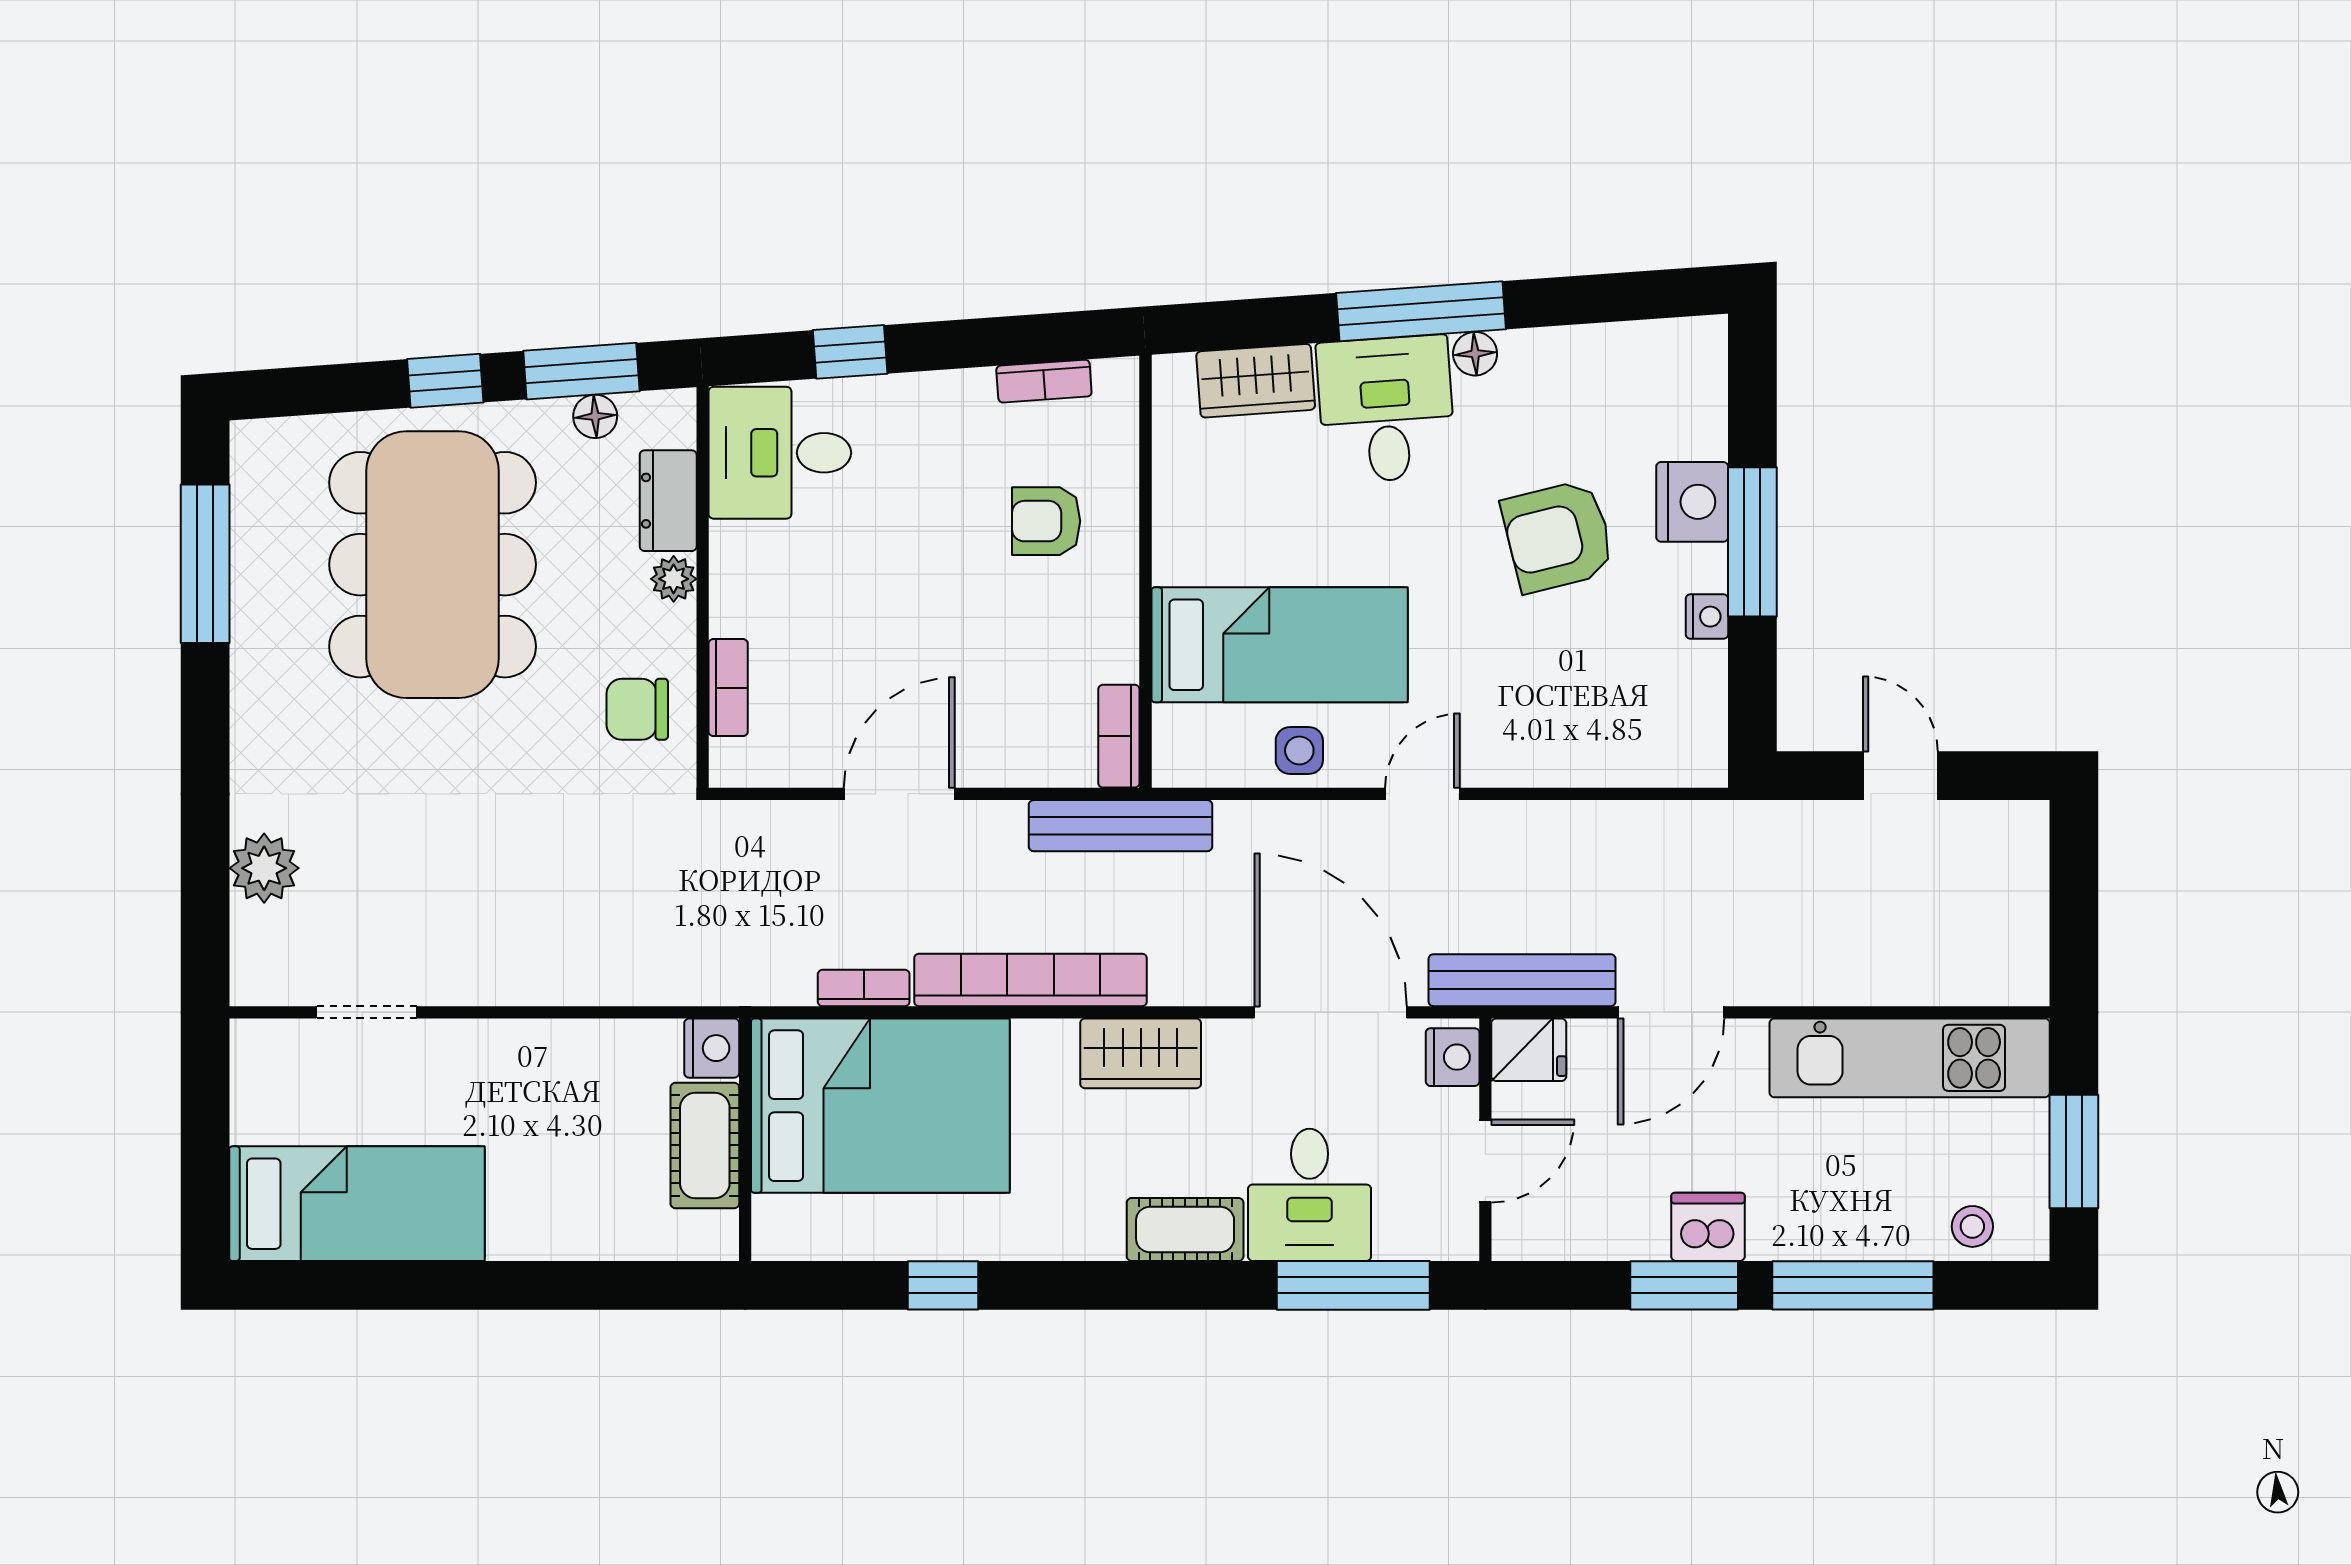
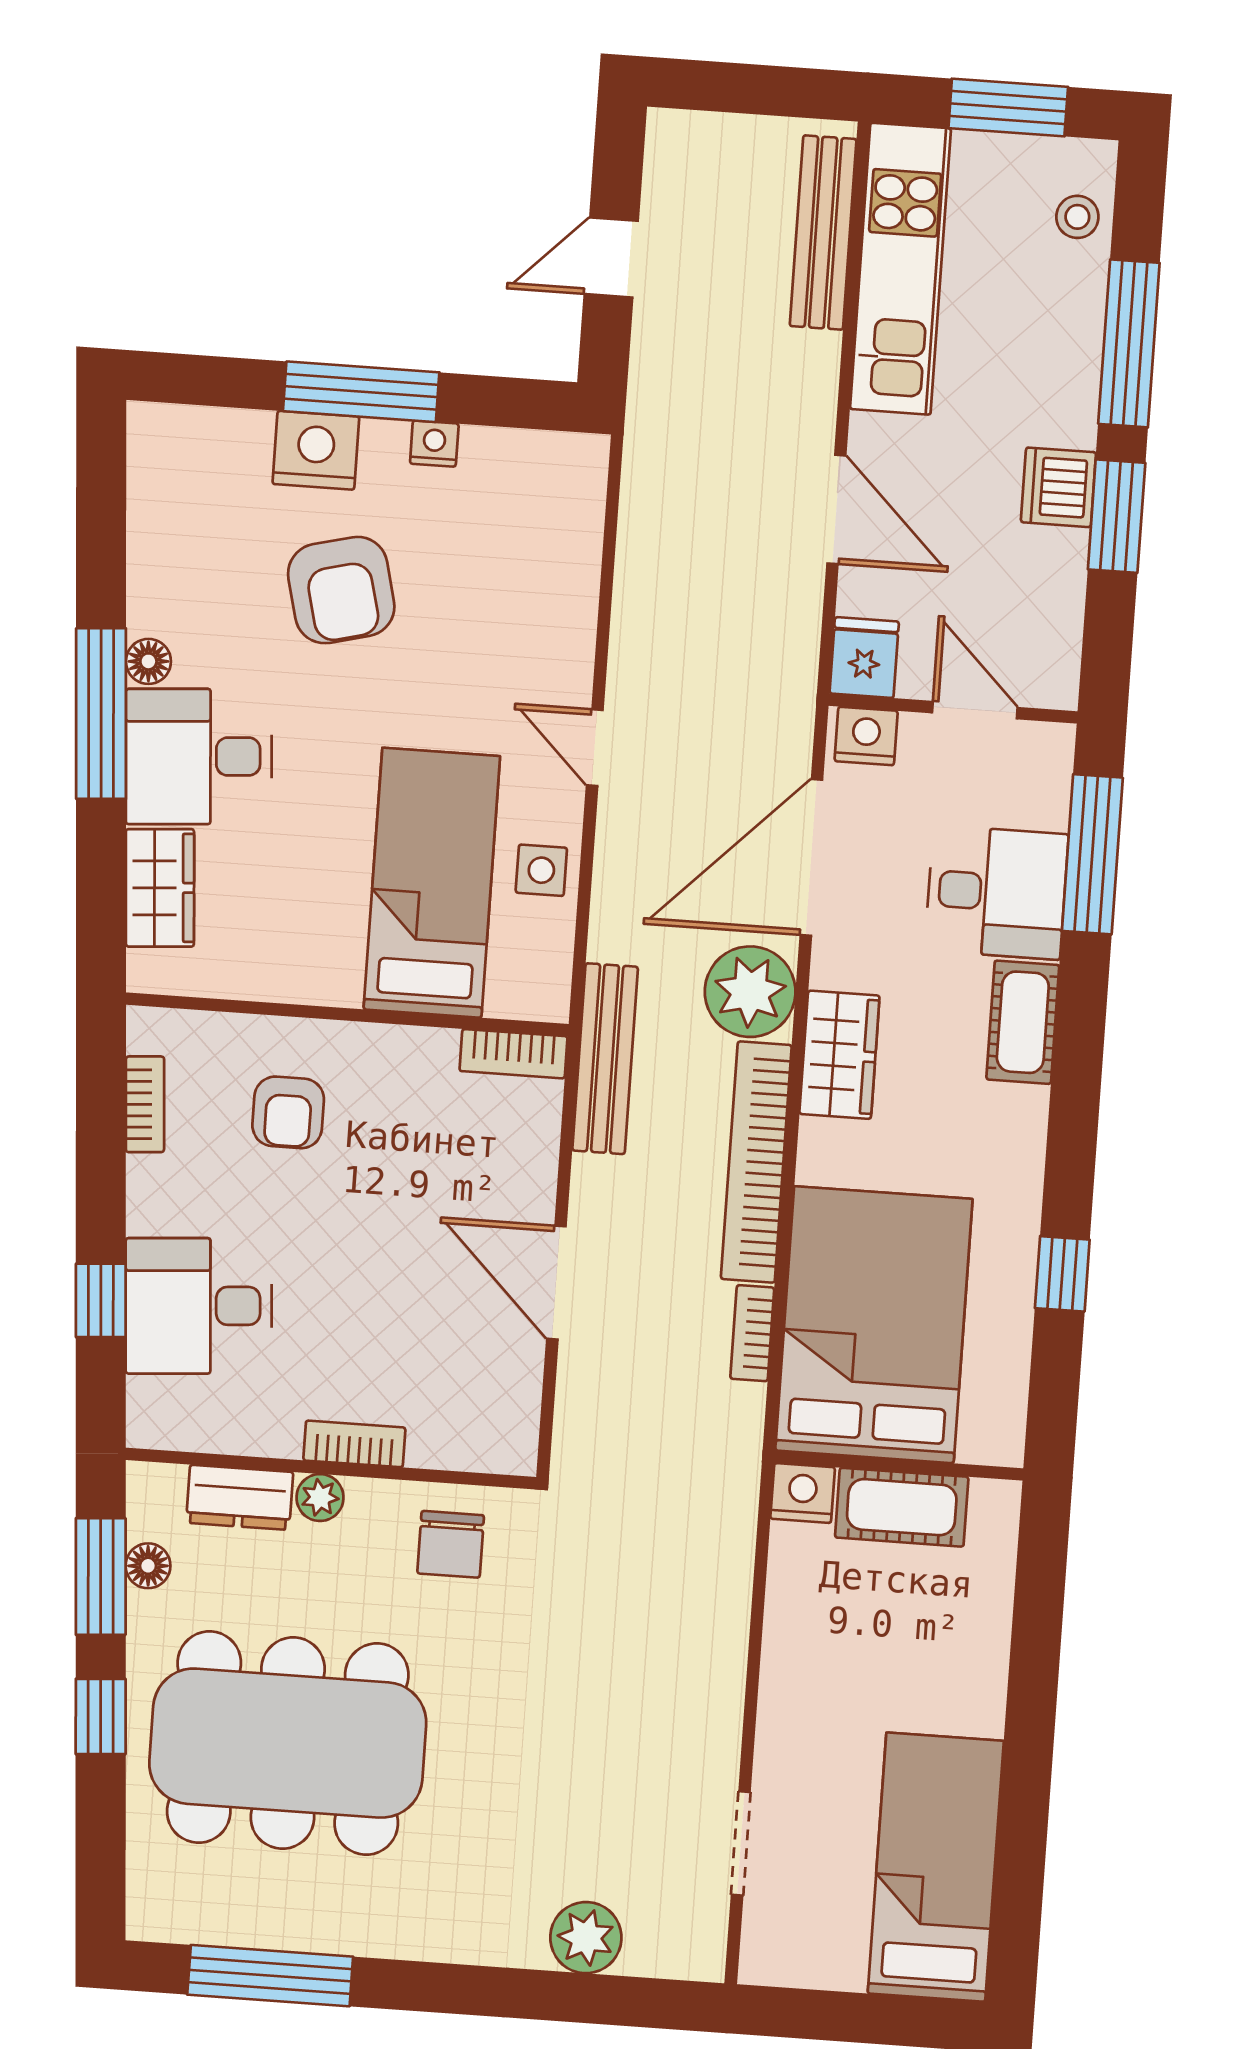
desk: (780, 453) -> (199, 1306), moved, turned 86
bookcase: (728, 688) -> (354, 1444), moved
plant: (1196, 962) -> (750, 992), added
bench: (1522, 980) -> (823, 233), moved

